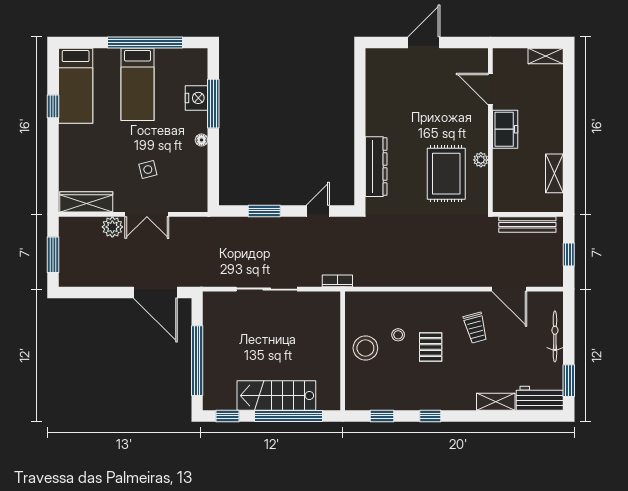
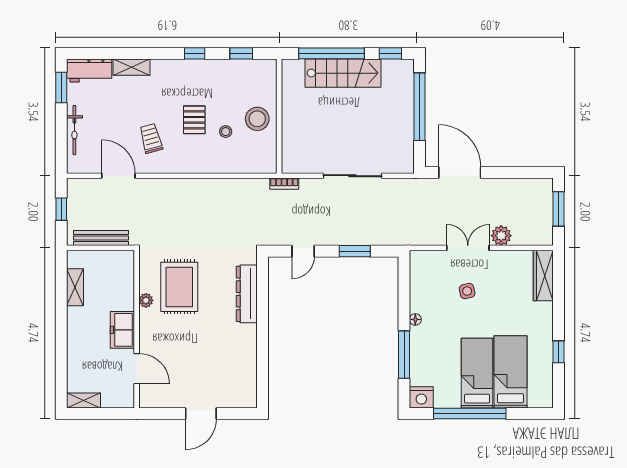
bed: (76, 86) -> (511, 372), moved
nightstand: (197, 98) -> (421, 397), moved, turned -90
wardrobe: (86, 202) -> (543, 275), moved, turned 90

